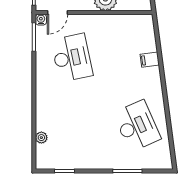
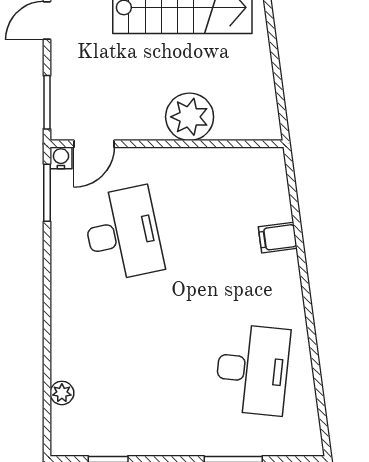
desk: (137, 126) -> (252, 370), turned 30

